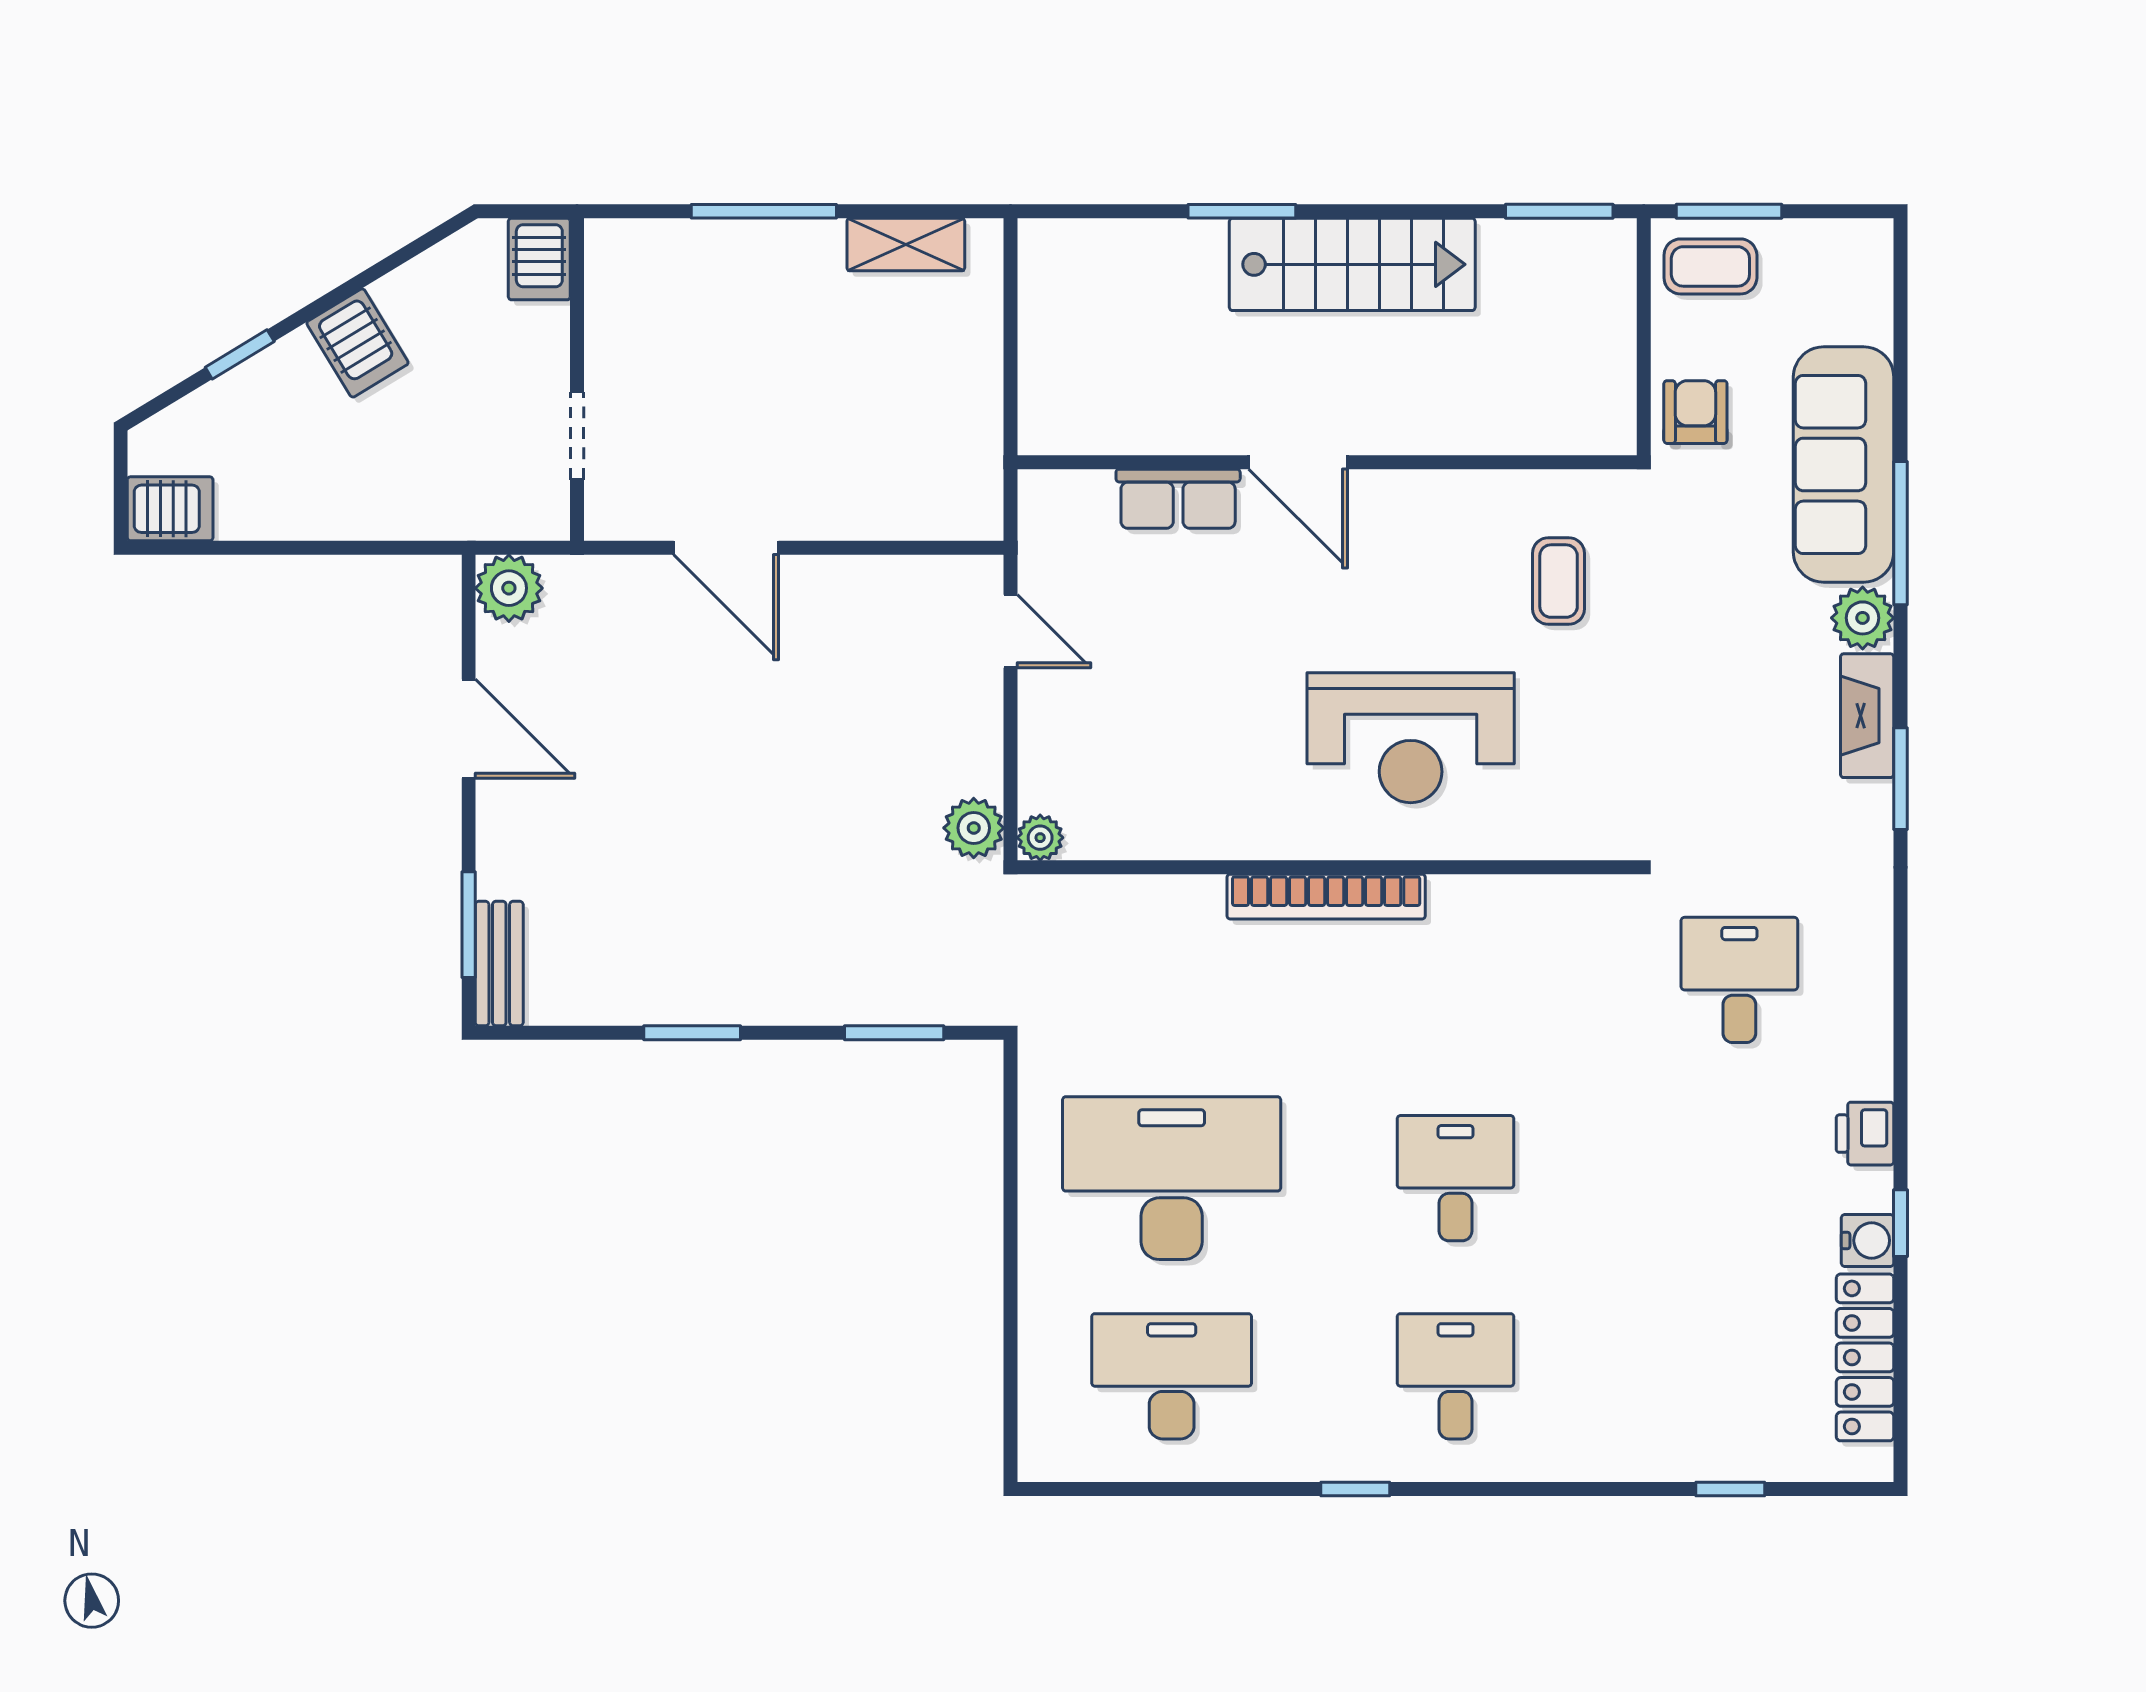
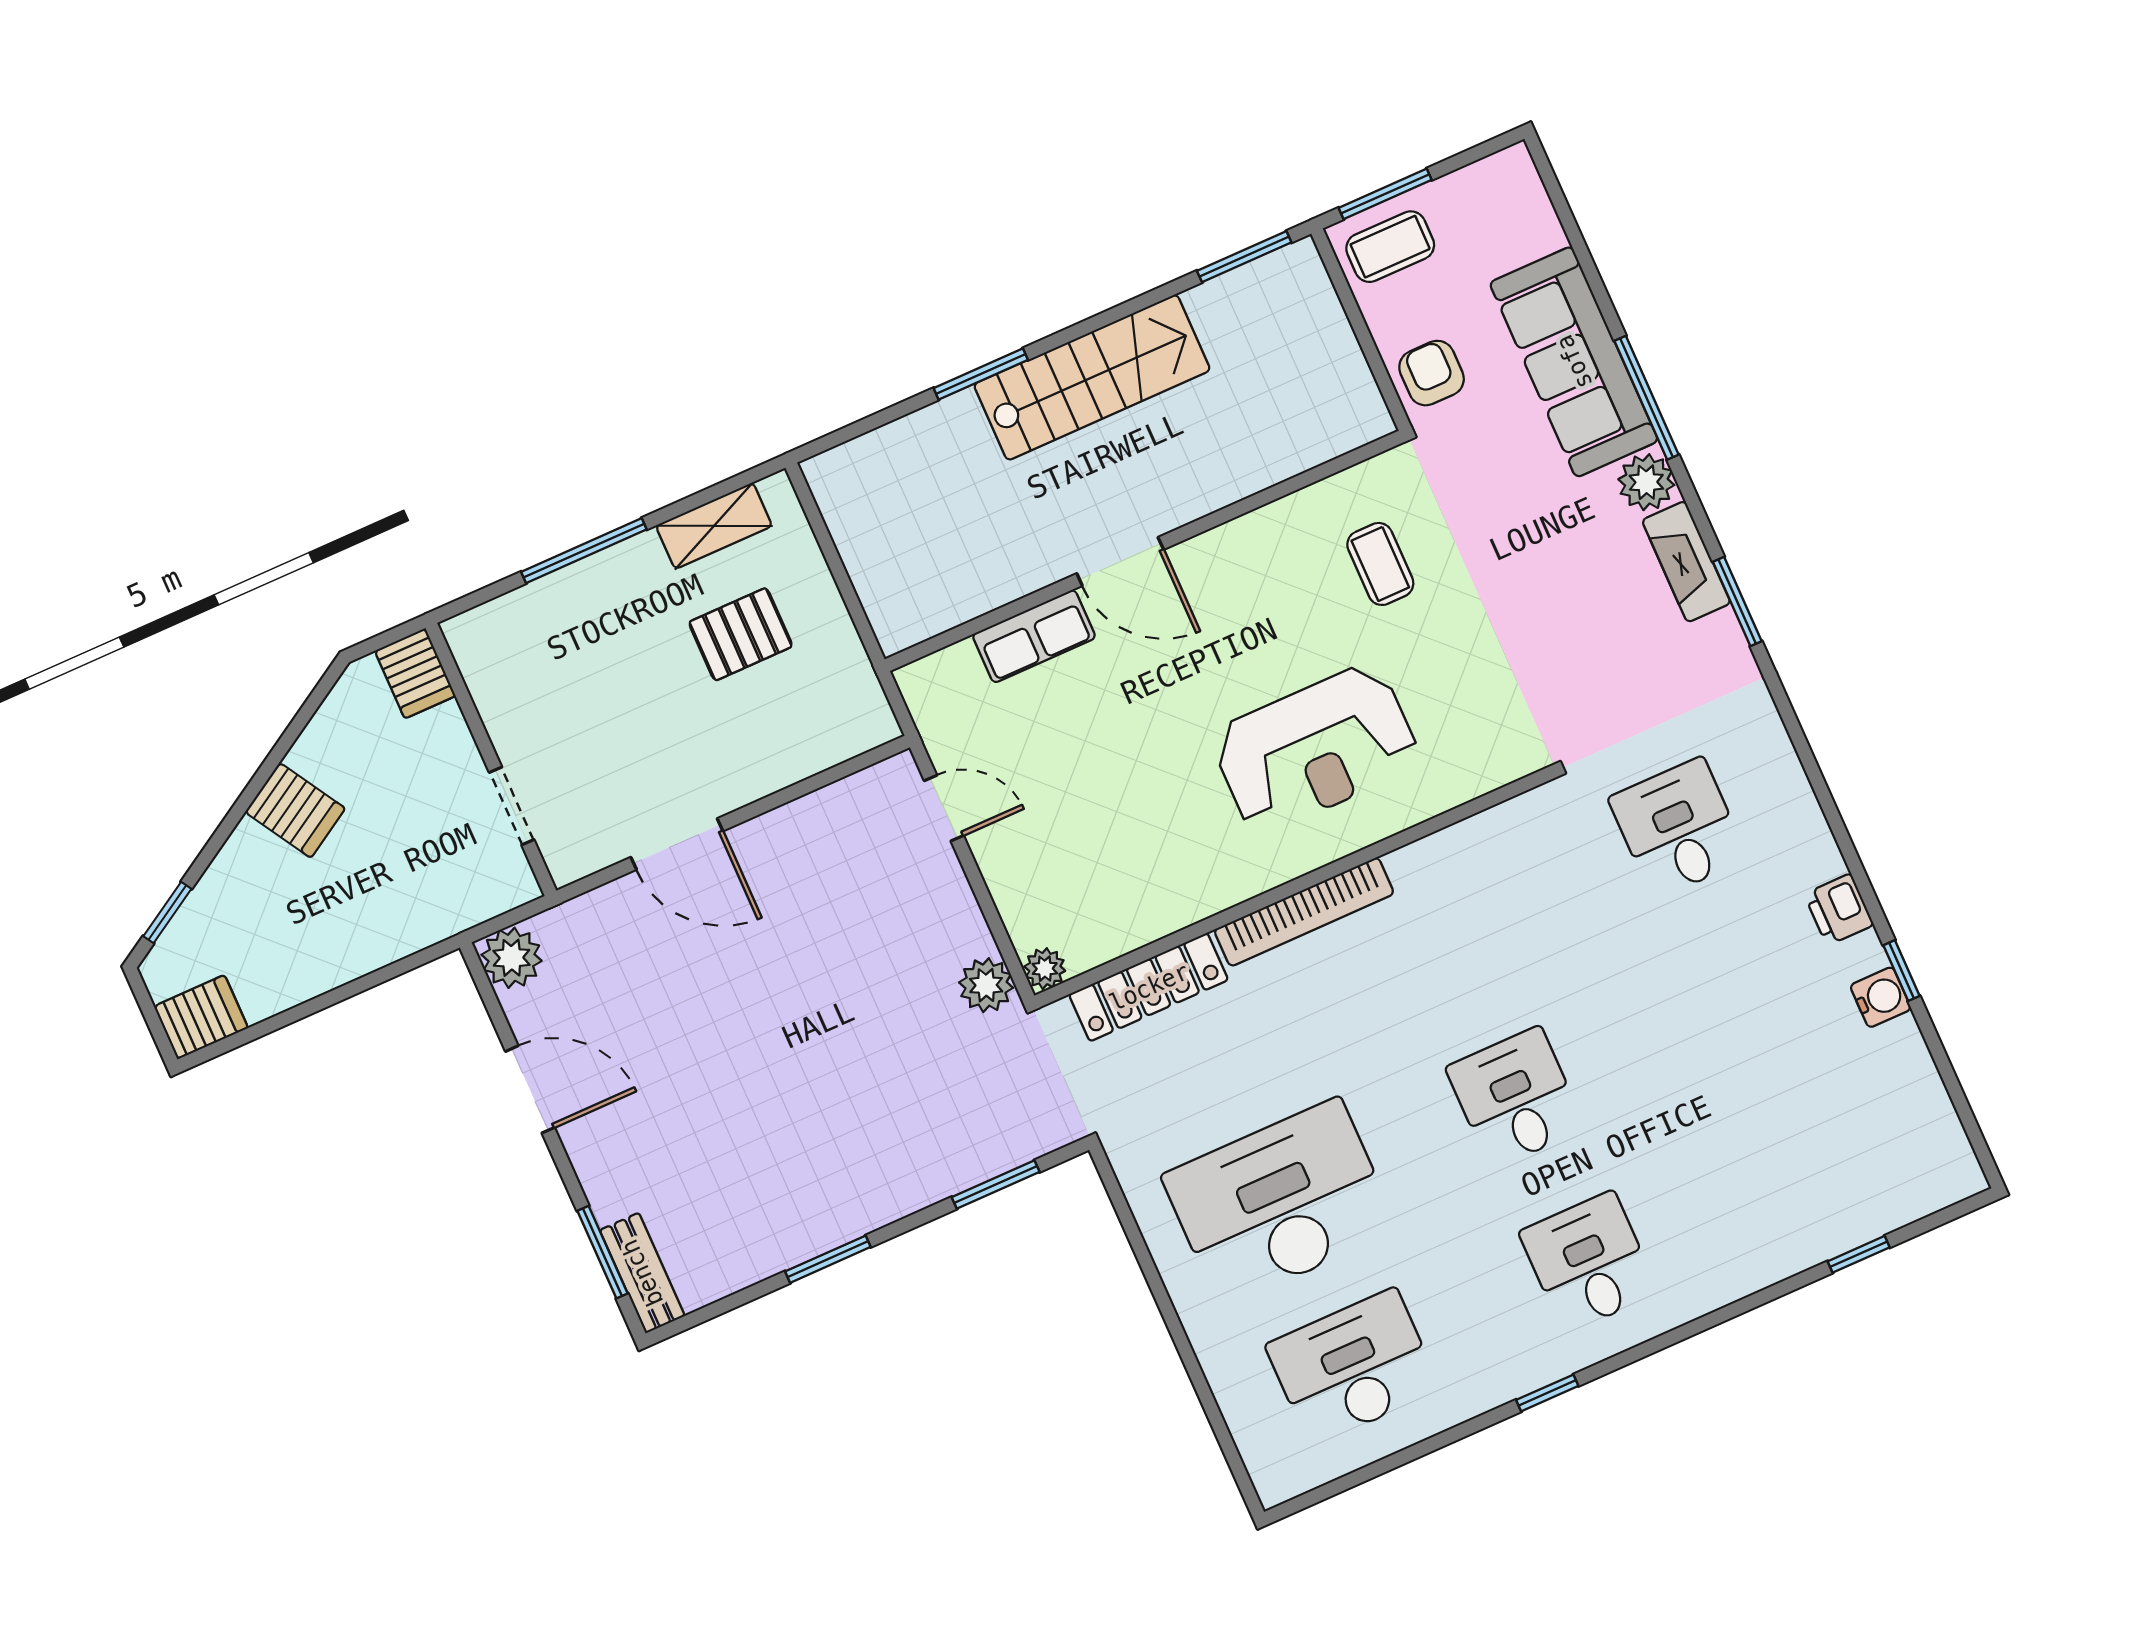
window: (240, 354) -> (167, 912), moved
pallet: (884, 365) -> (741, 634), added
locker: (1865, 1357) -> (1149, 987), moved, turned -90

